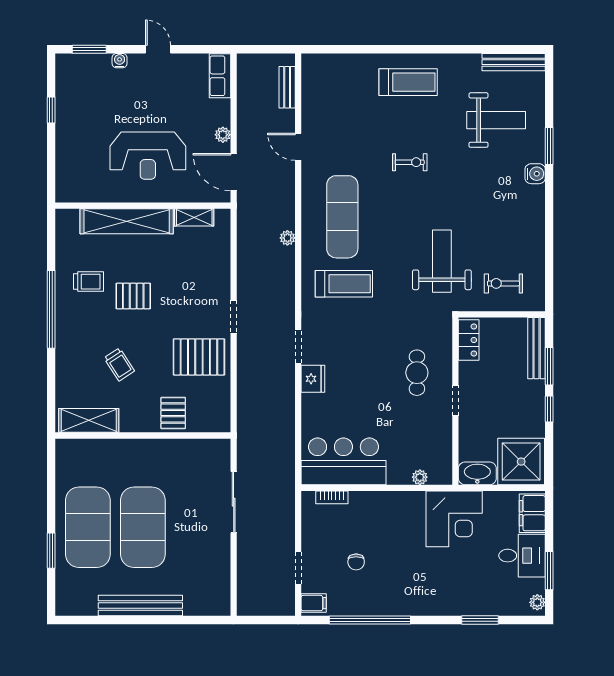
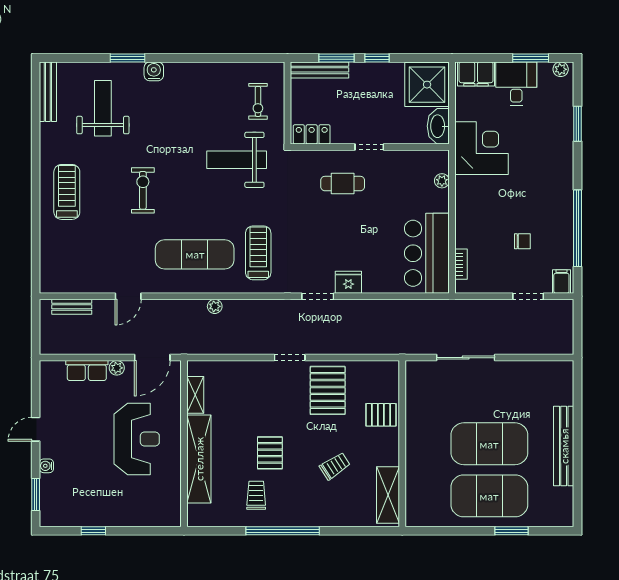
row of seats: (220, 76) -> (87, 370), moved
exercise bike: (410, 162) -> (143, 190), width x1.38, depth x1.39

